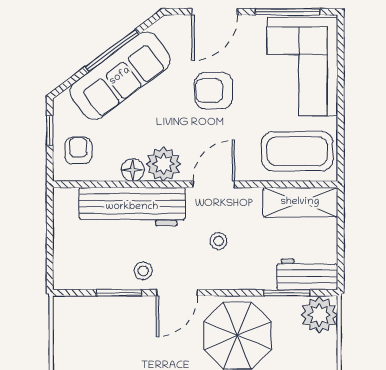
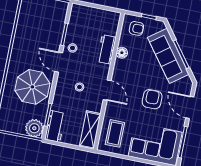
coffee table: (297, 151) -> (115, 133), width x0.73, depth x0.76
plant: (163, 164) -> (122, 68), removed
workbench: (132, 207) -> (107, 49), width x0.53, depth x0.76

